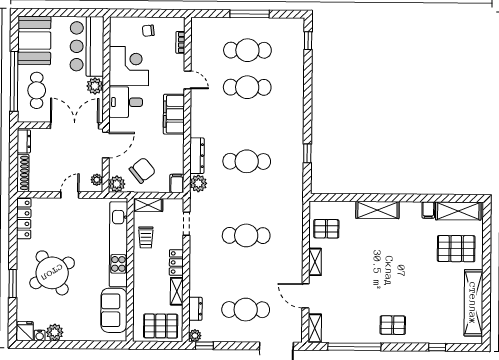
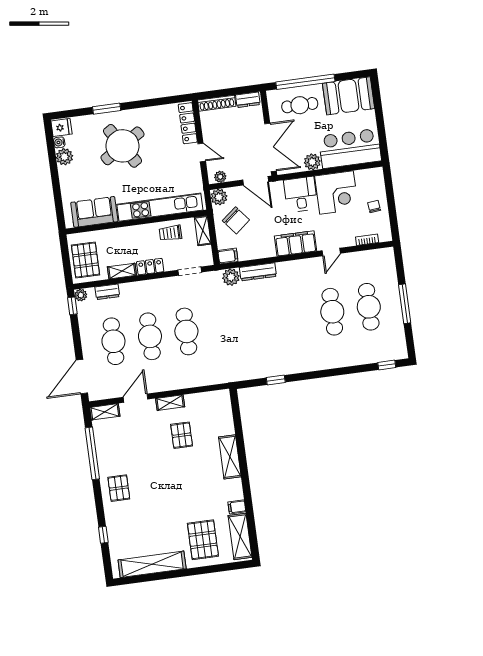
cafe table: (247, 161) -> (150, 336), moved
locker: (24, 219) -> (188, 123), moved, turned 90
pallet: (326, 229) -> (182, 435), moved

